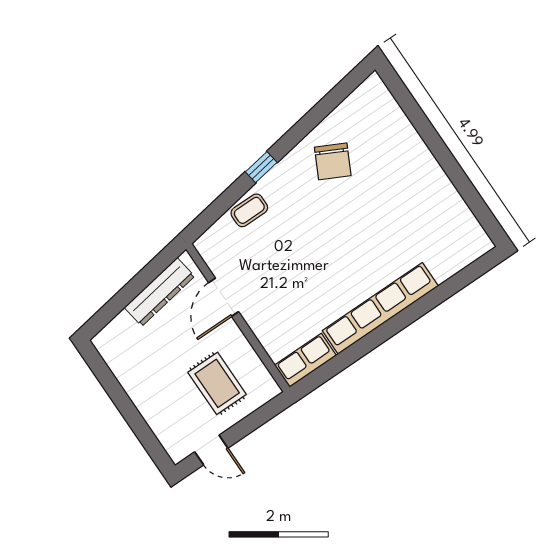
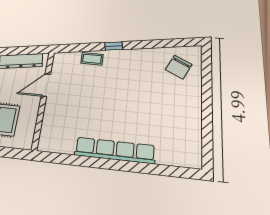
chair: (333, 161) -> (179, 67), moved
row of seats: (306, 360) -> (56, 144), removed

